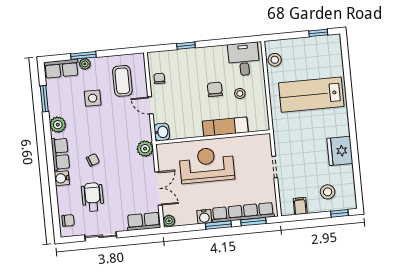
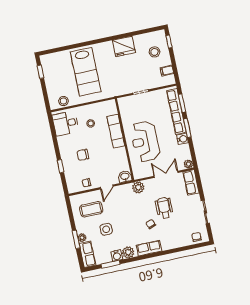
chair: (215, 89) -> (83, 155), moved
water cooler: (62, 178) -> (117, 256), moved
wheelchair: (93, 197) -> (164, 208), moved, turned 90

